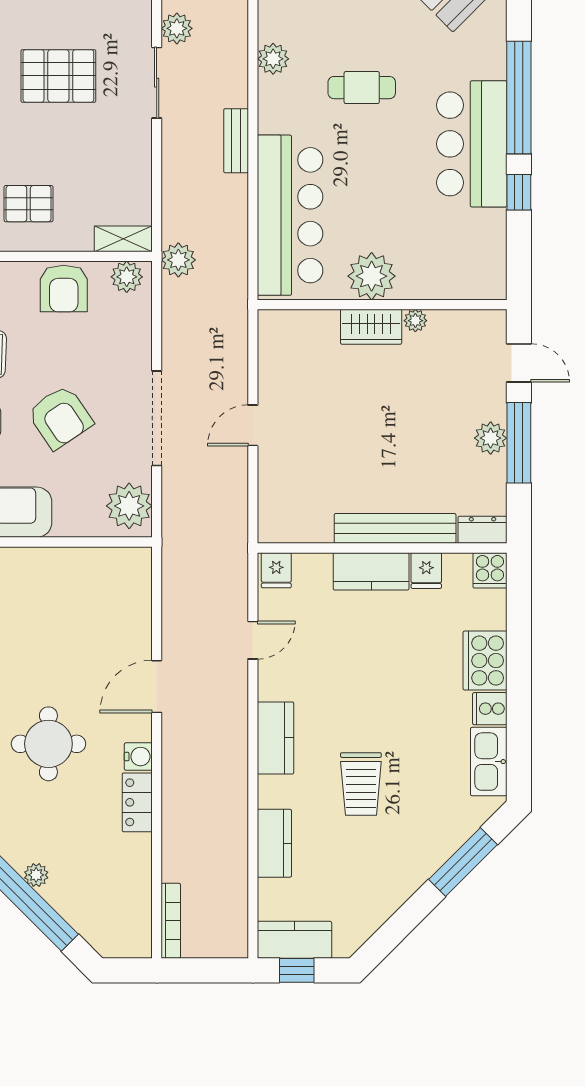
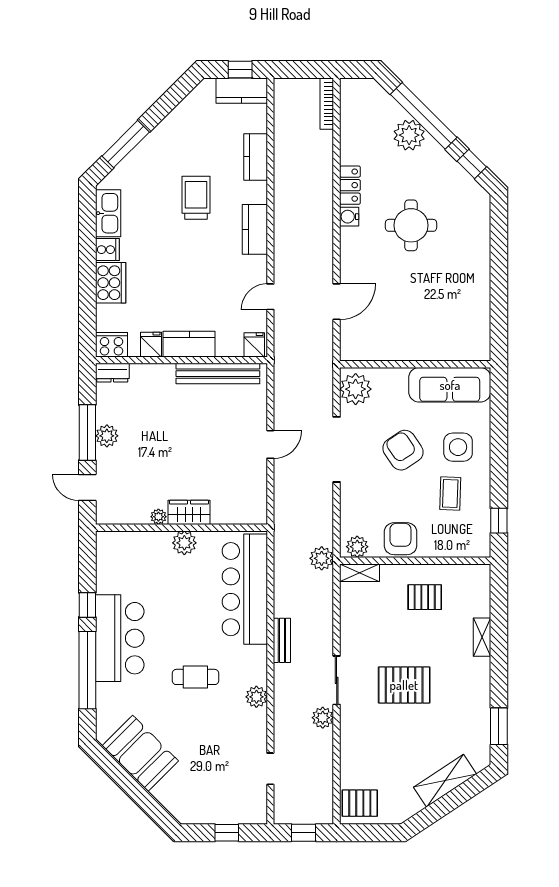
plant: (372, 276) -> (184, 543), width x0.73, depth x0.73
bench: (395, 528) -> (218, 374), moved
cooker: (490, 570) -> (111, 345), width x1.36
door: (157, 687) -> (337, 302), moved
plant: (36, 875) -> (409, 135), width x1.87, depth x1.87

